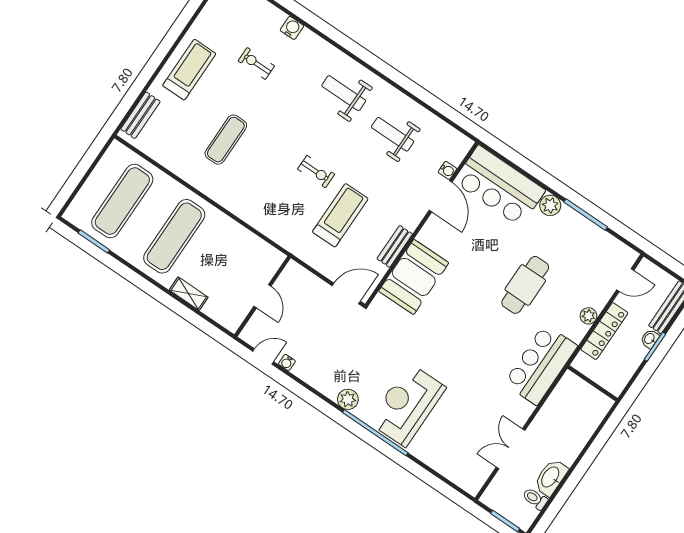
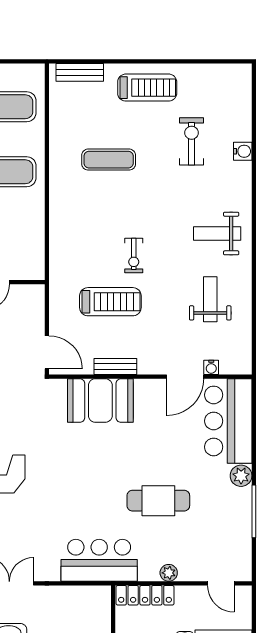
exercise bike: (256, 63) -> (192, 141), width x1.38, depth x1.39
weight bench: (344, 93) -> (217, 234), turned -90
locker: (604, 331) -> (145, 595), moved

